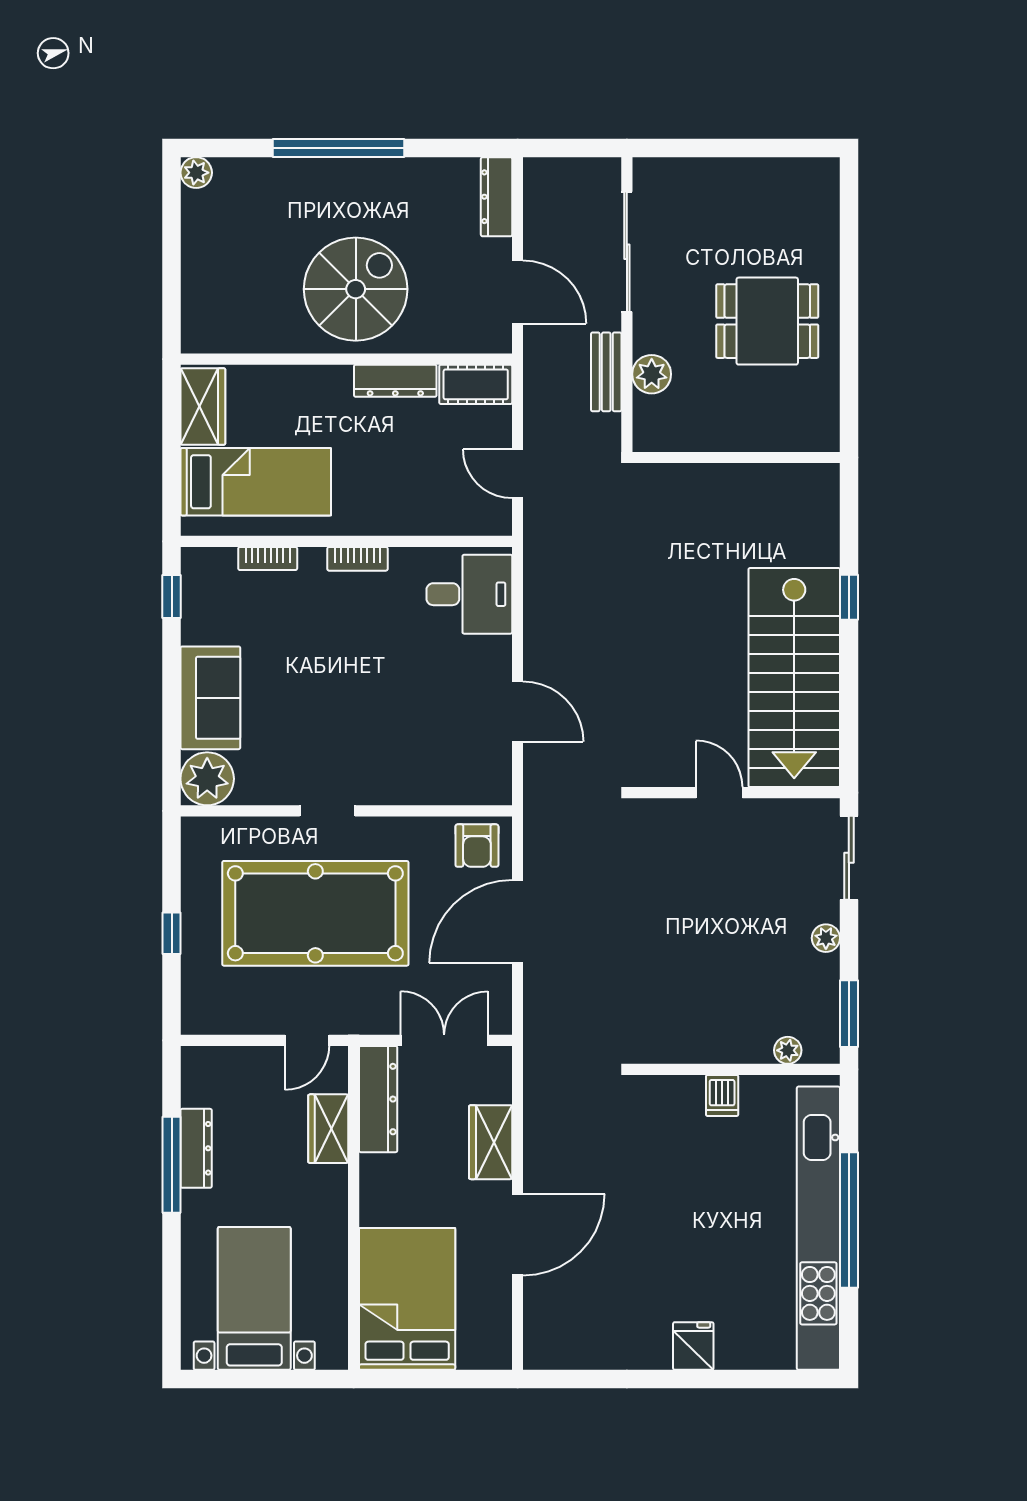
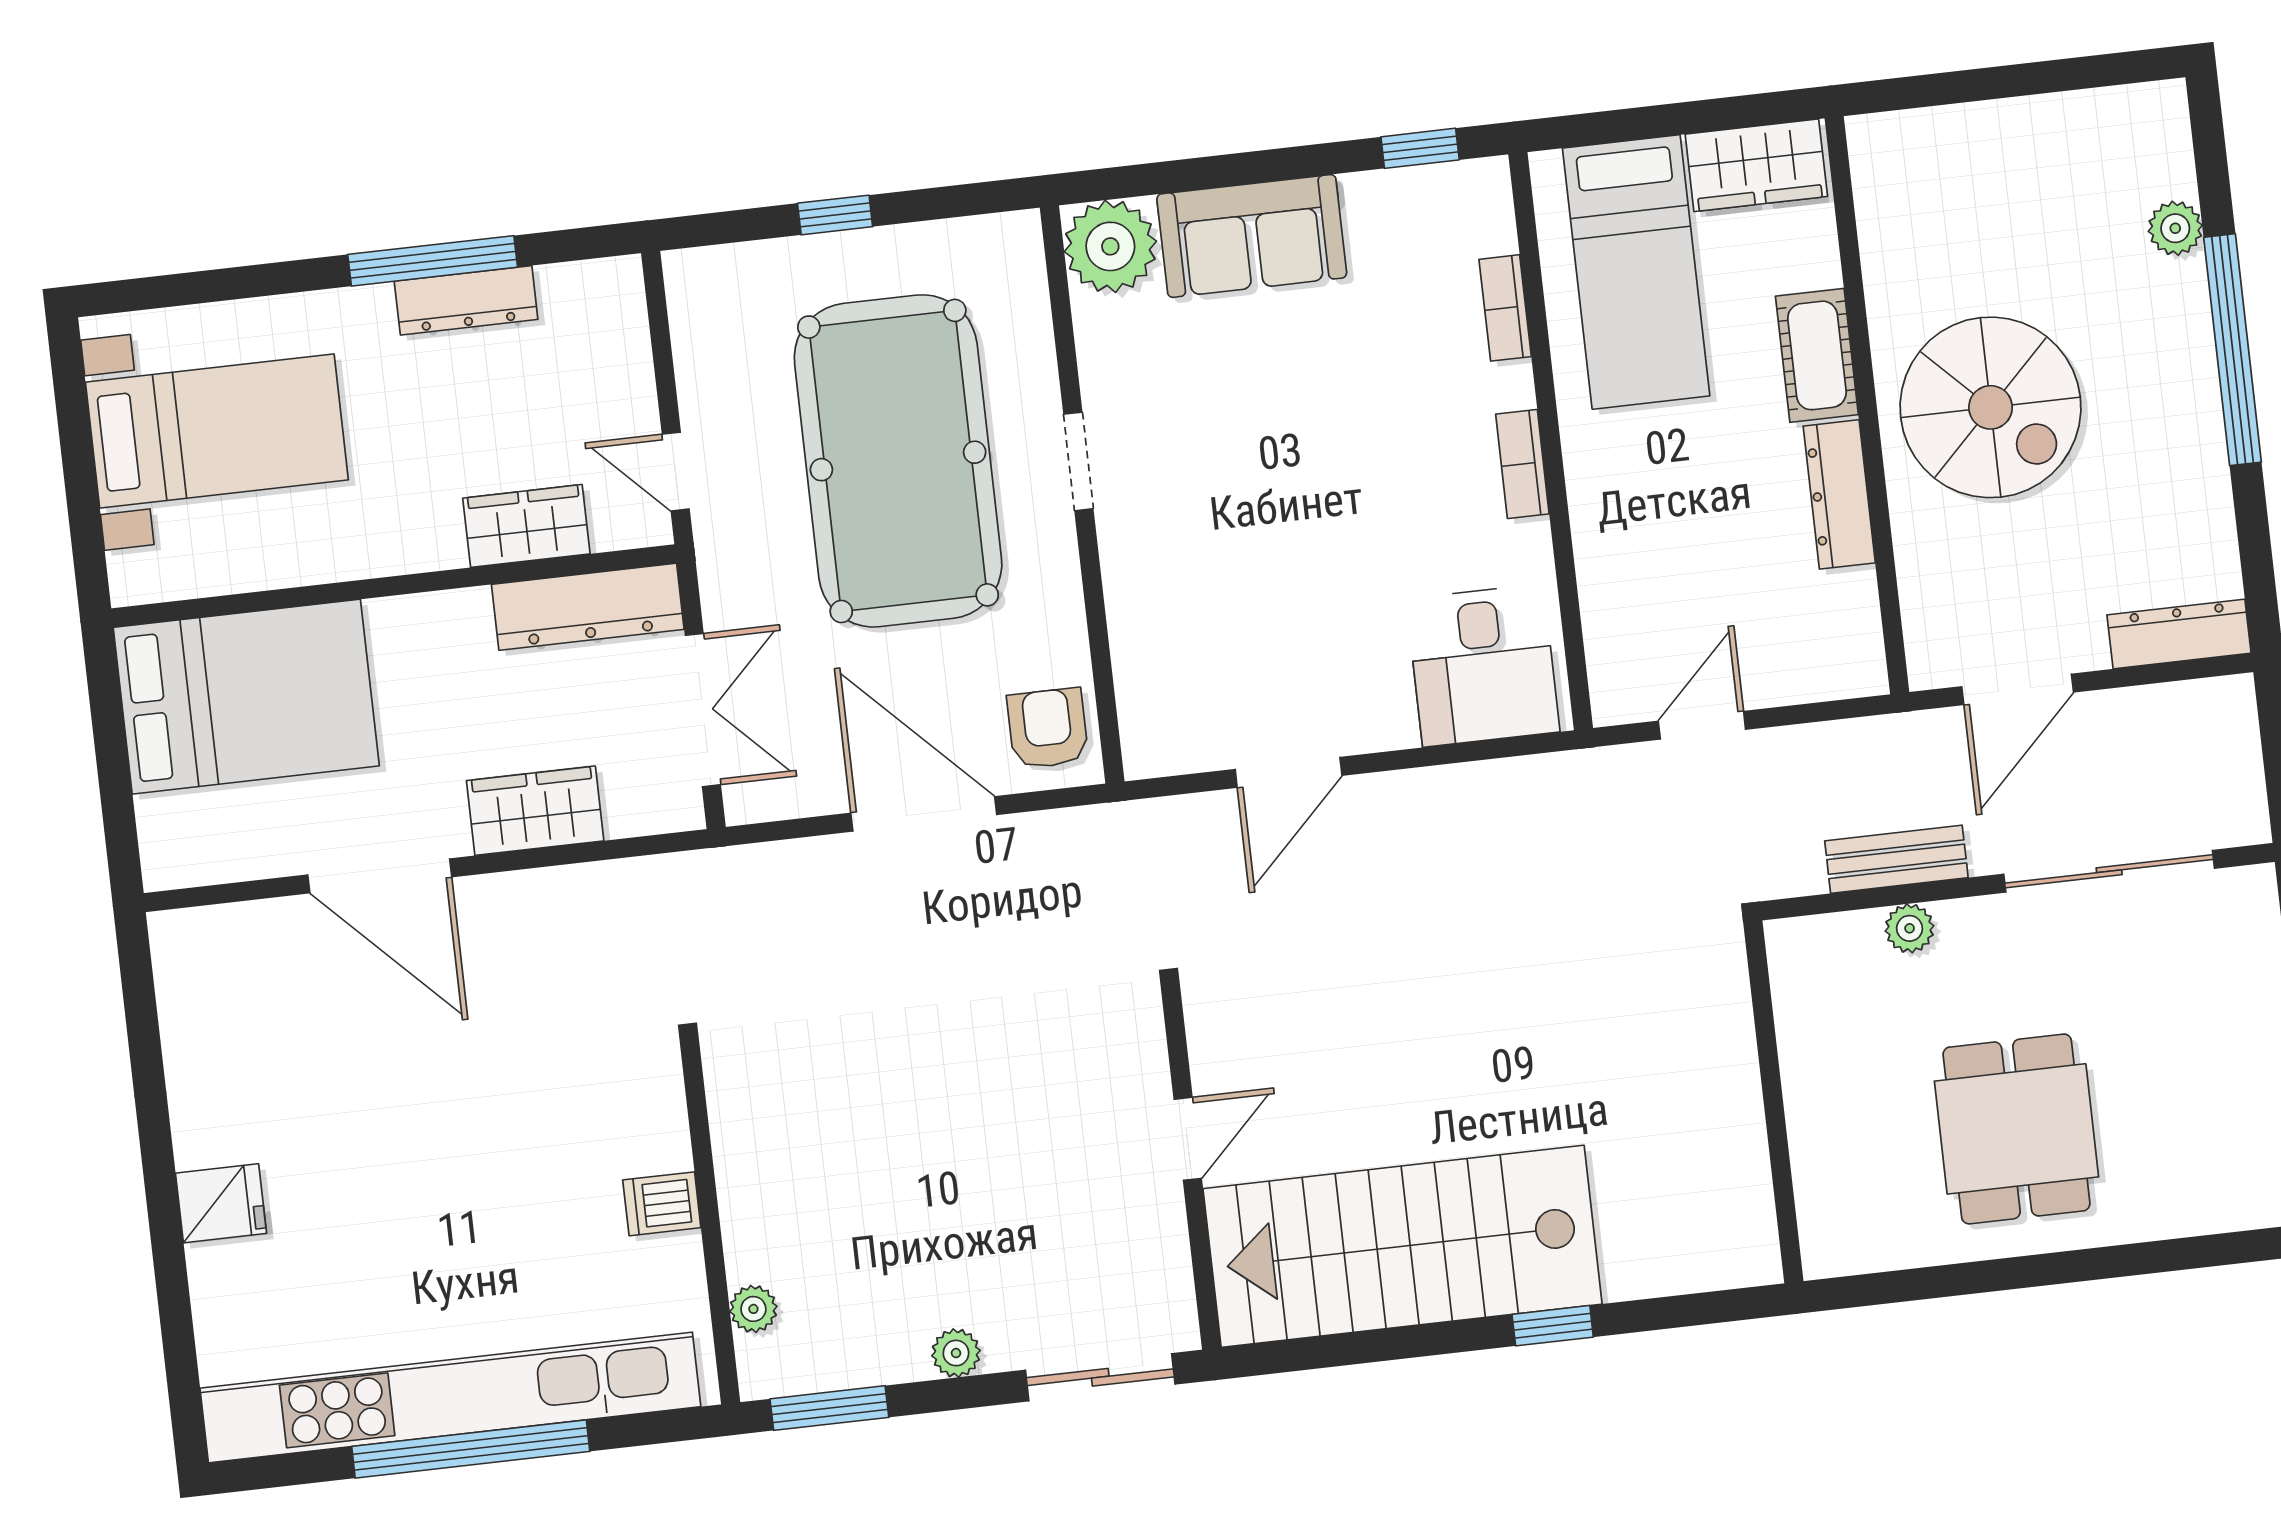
plant: (196, 173) -> (2175, 228), moved
plant: (652, 374) -> (1910, 928), width x0.73, depth x0.73
cot: (476, 384) -> (1817, 355), moved
armchair: (477, 846) -> (1048, 728), turned 90

